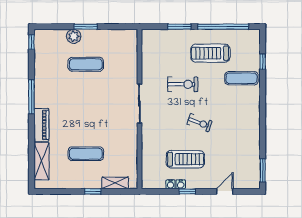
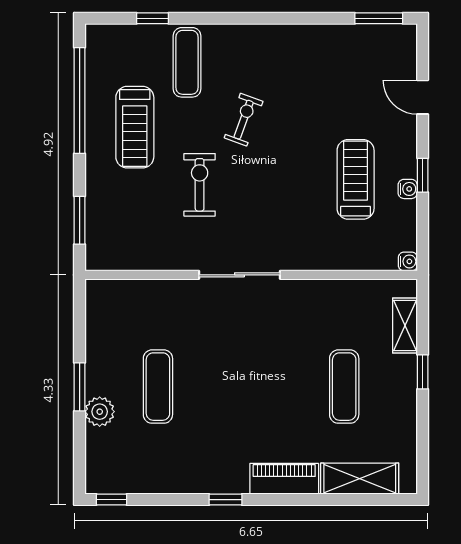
window: (179, 27) -> (80, 220), moved
window: (32, 97) -> (225, 500), width x0.46
exercise bike: (199, 123) -> (244, 120), moved
water cooler: (171, 184) -> (408, 261), moved

